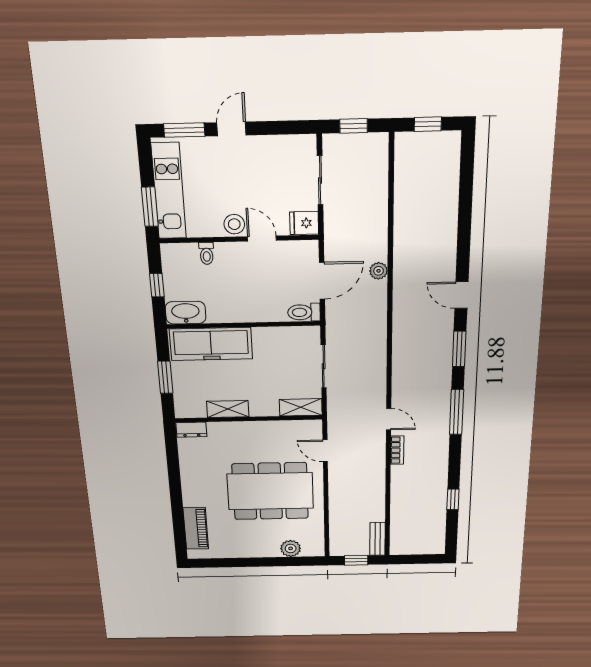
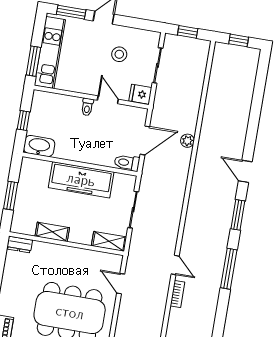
stool: (234, 224) -> (119, 54), moved
toilet: (207, 253) -> (87, 107), moved
freezer: (211, 344) -> (81, 180), moved

